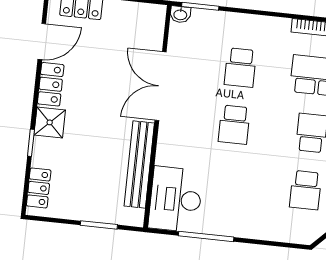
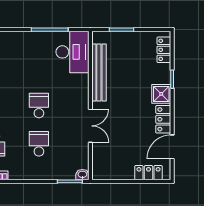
double door: (161, 86) -> (90, 126), width x0.73

